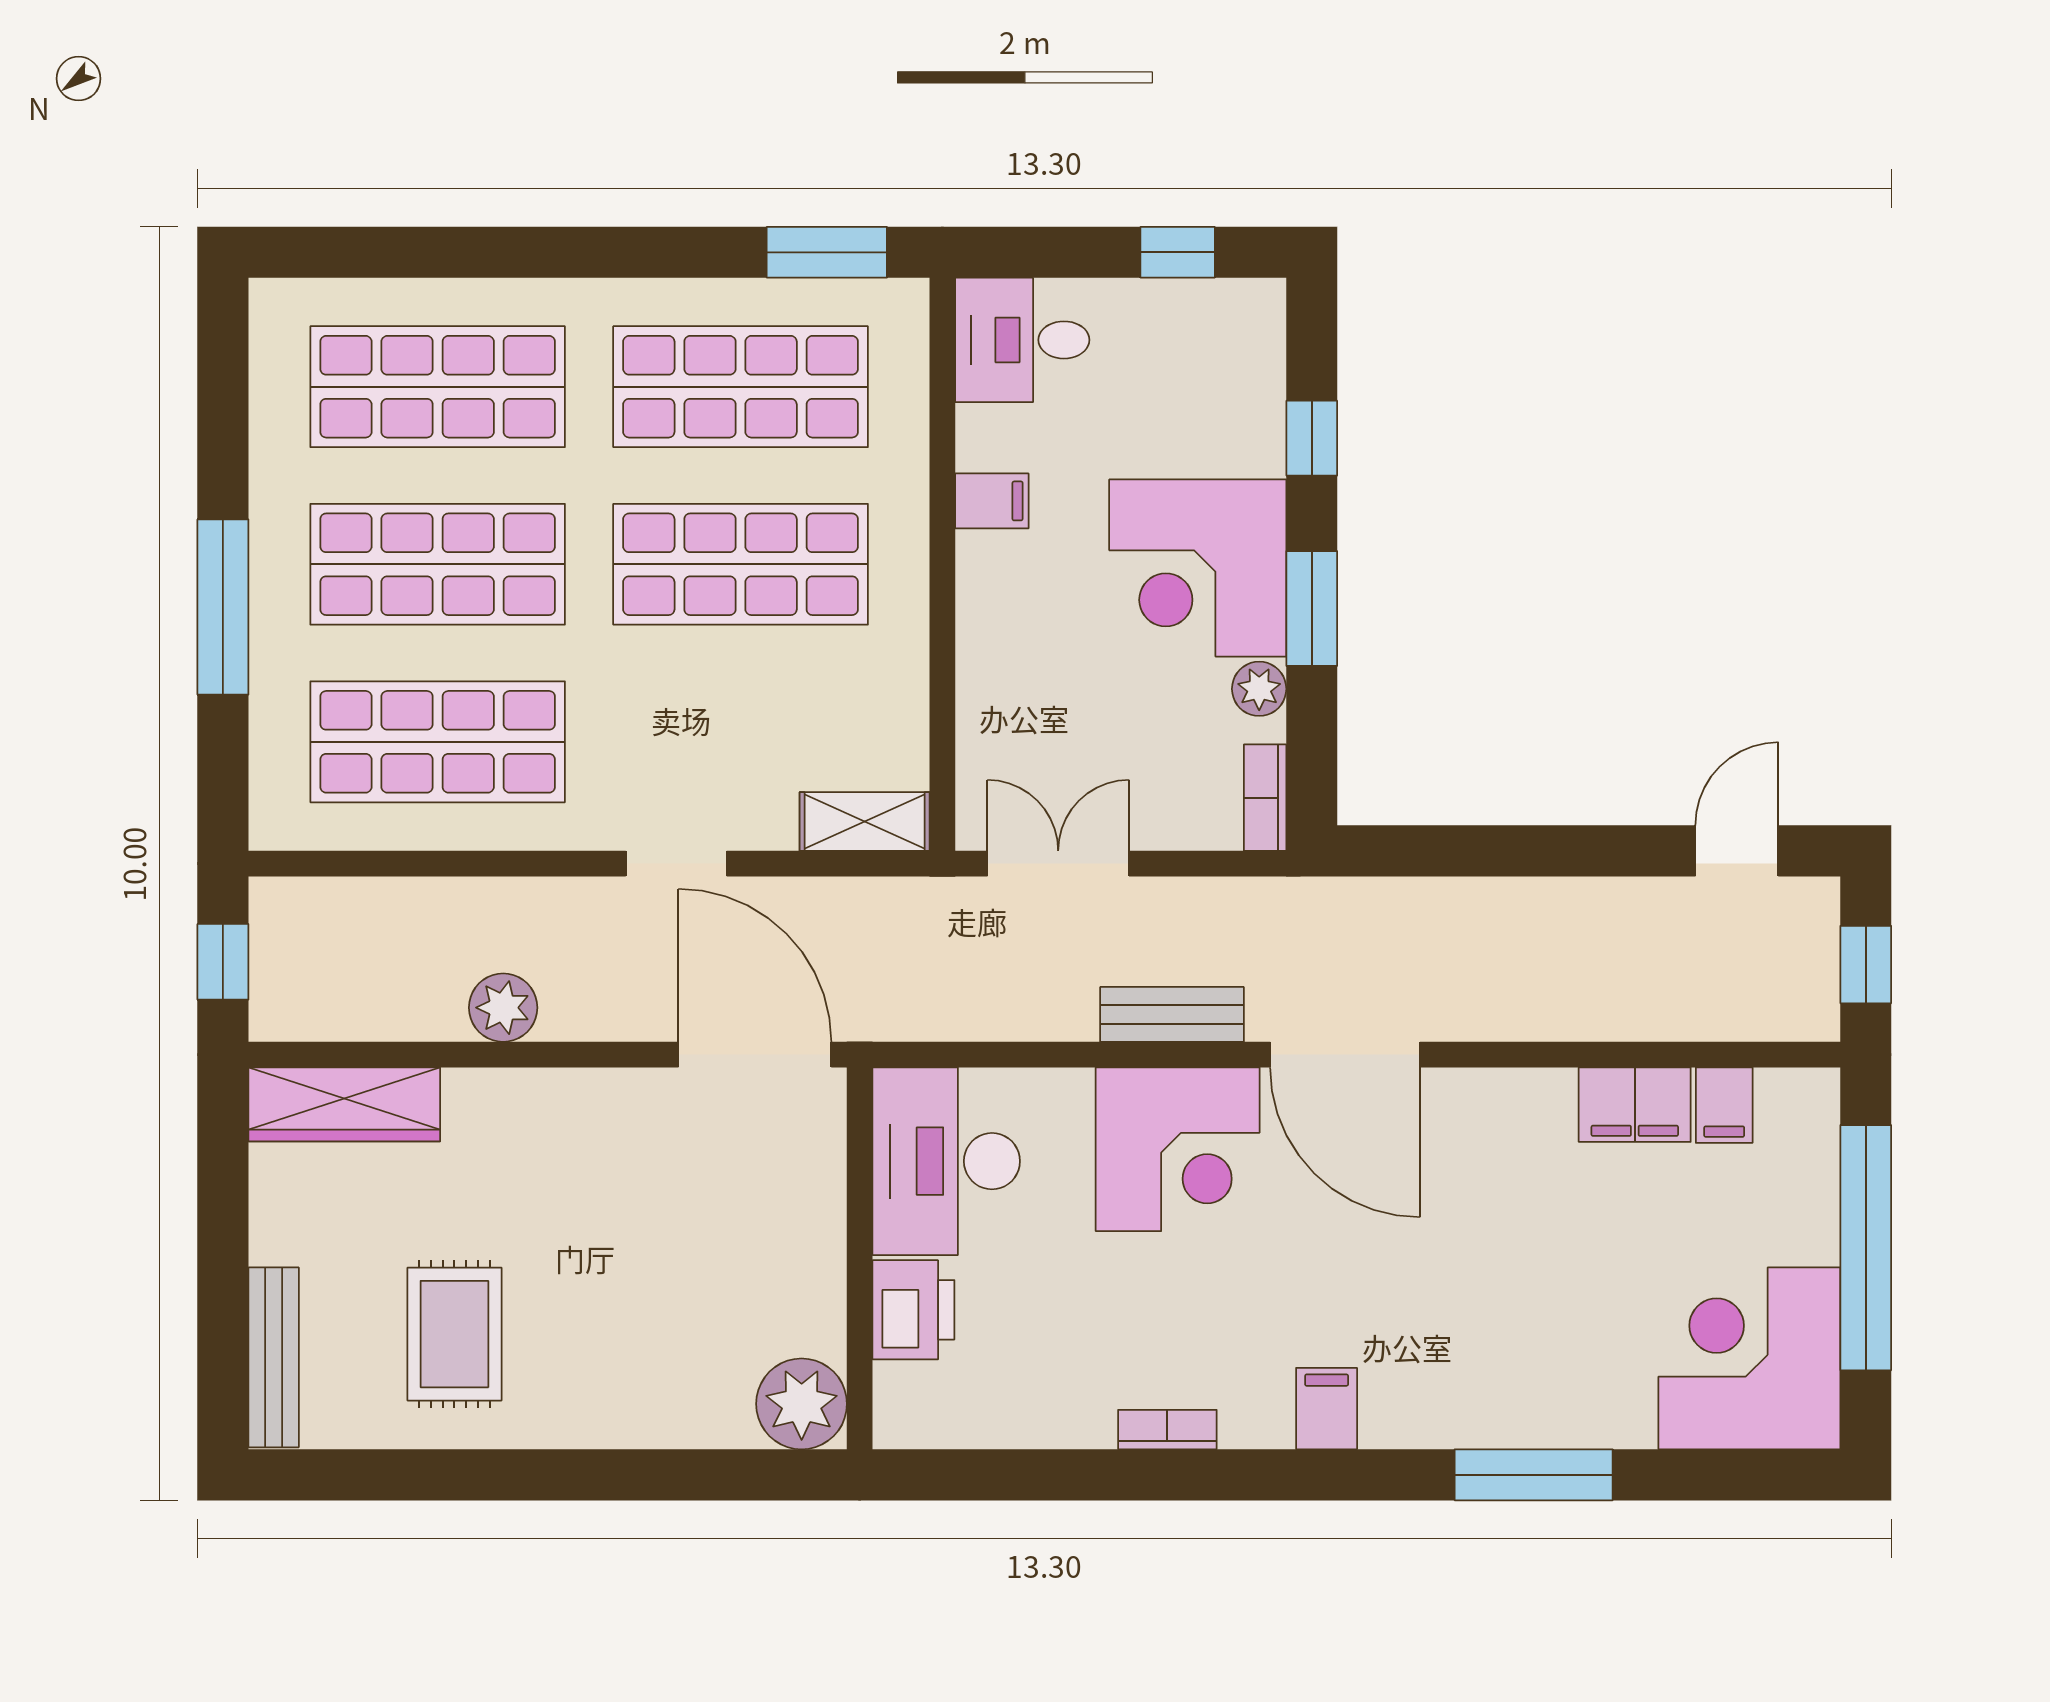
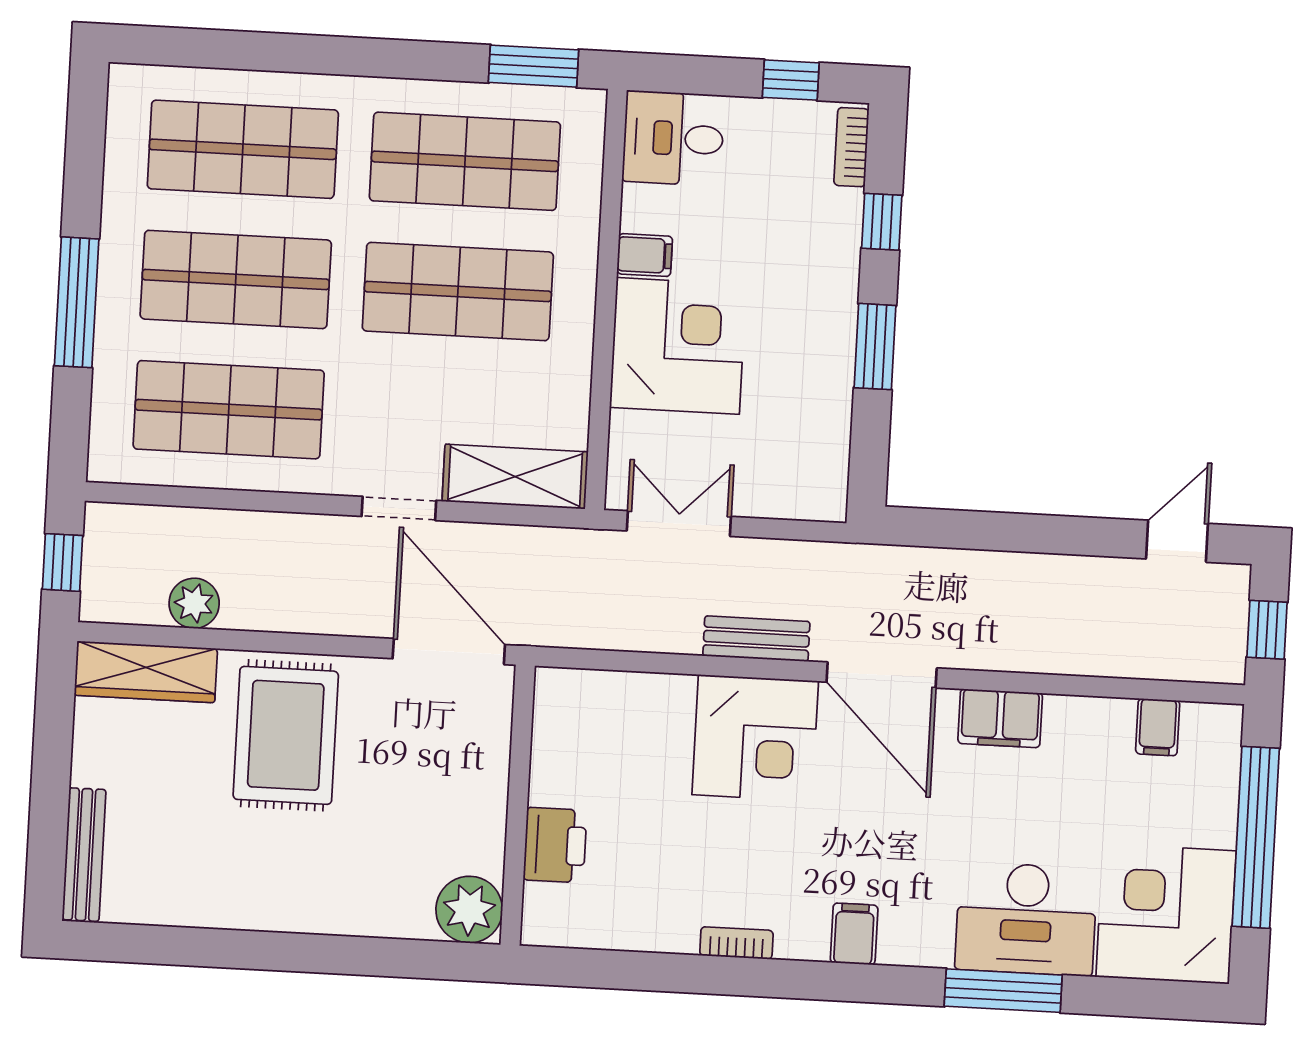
corner desk: (1198, 568) -> (678, 346), moved, turned 180
plant: (1259, 689) -> (833, 403), removed
bookcase: (1265, 798) -> (851, 147), moved
shelving: (865, 821) -> (515, 477), width x1.50, depth x1.33
plant: (503, 1008) -> (194, 603), moved
filing cabinet: (1635, 1105) -> (1000, 718), moved
desk: (946, 1161) -> (1026, 919), moved, turned -90
rug: (454, 1334) -> (286, 735), moved, width x1.36, depth x1.43

